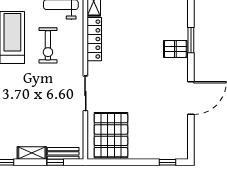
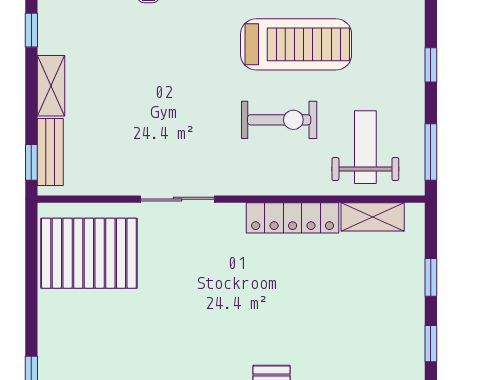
exercise bike: (48, 45) -> (279, 120), turned 180
window: (55, 162) -> (31, 162), moved

